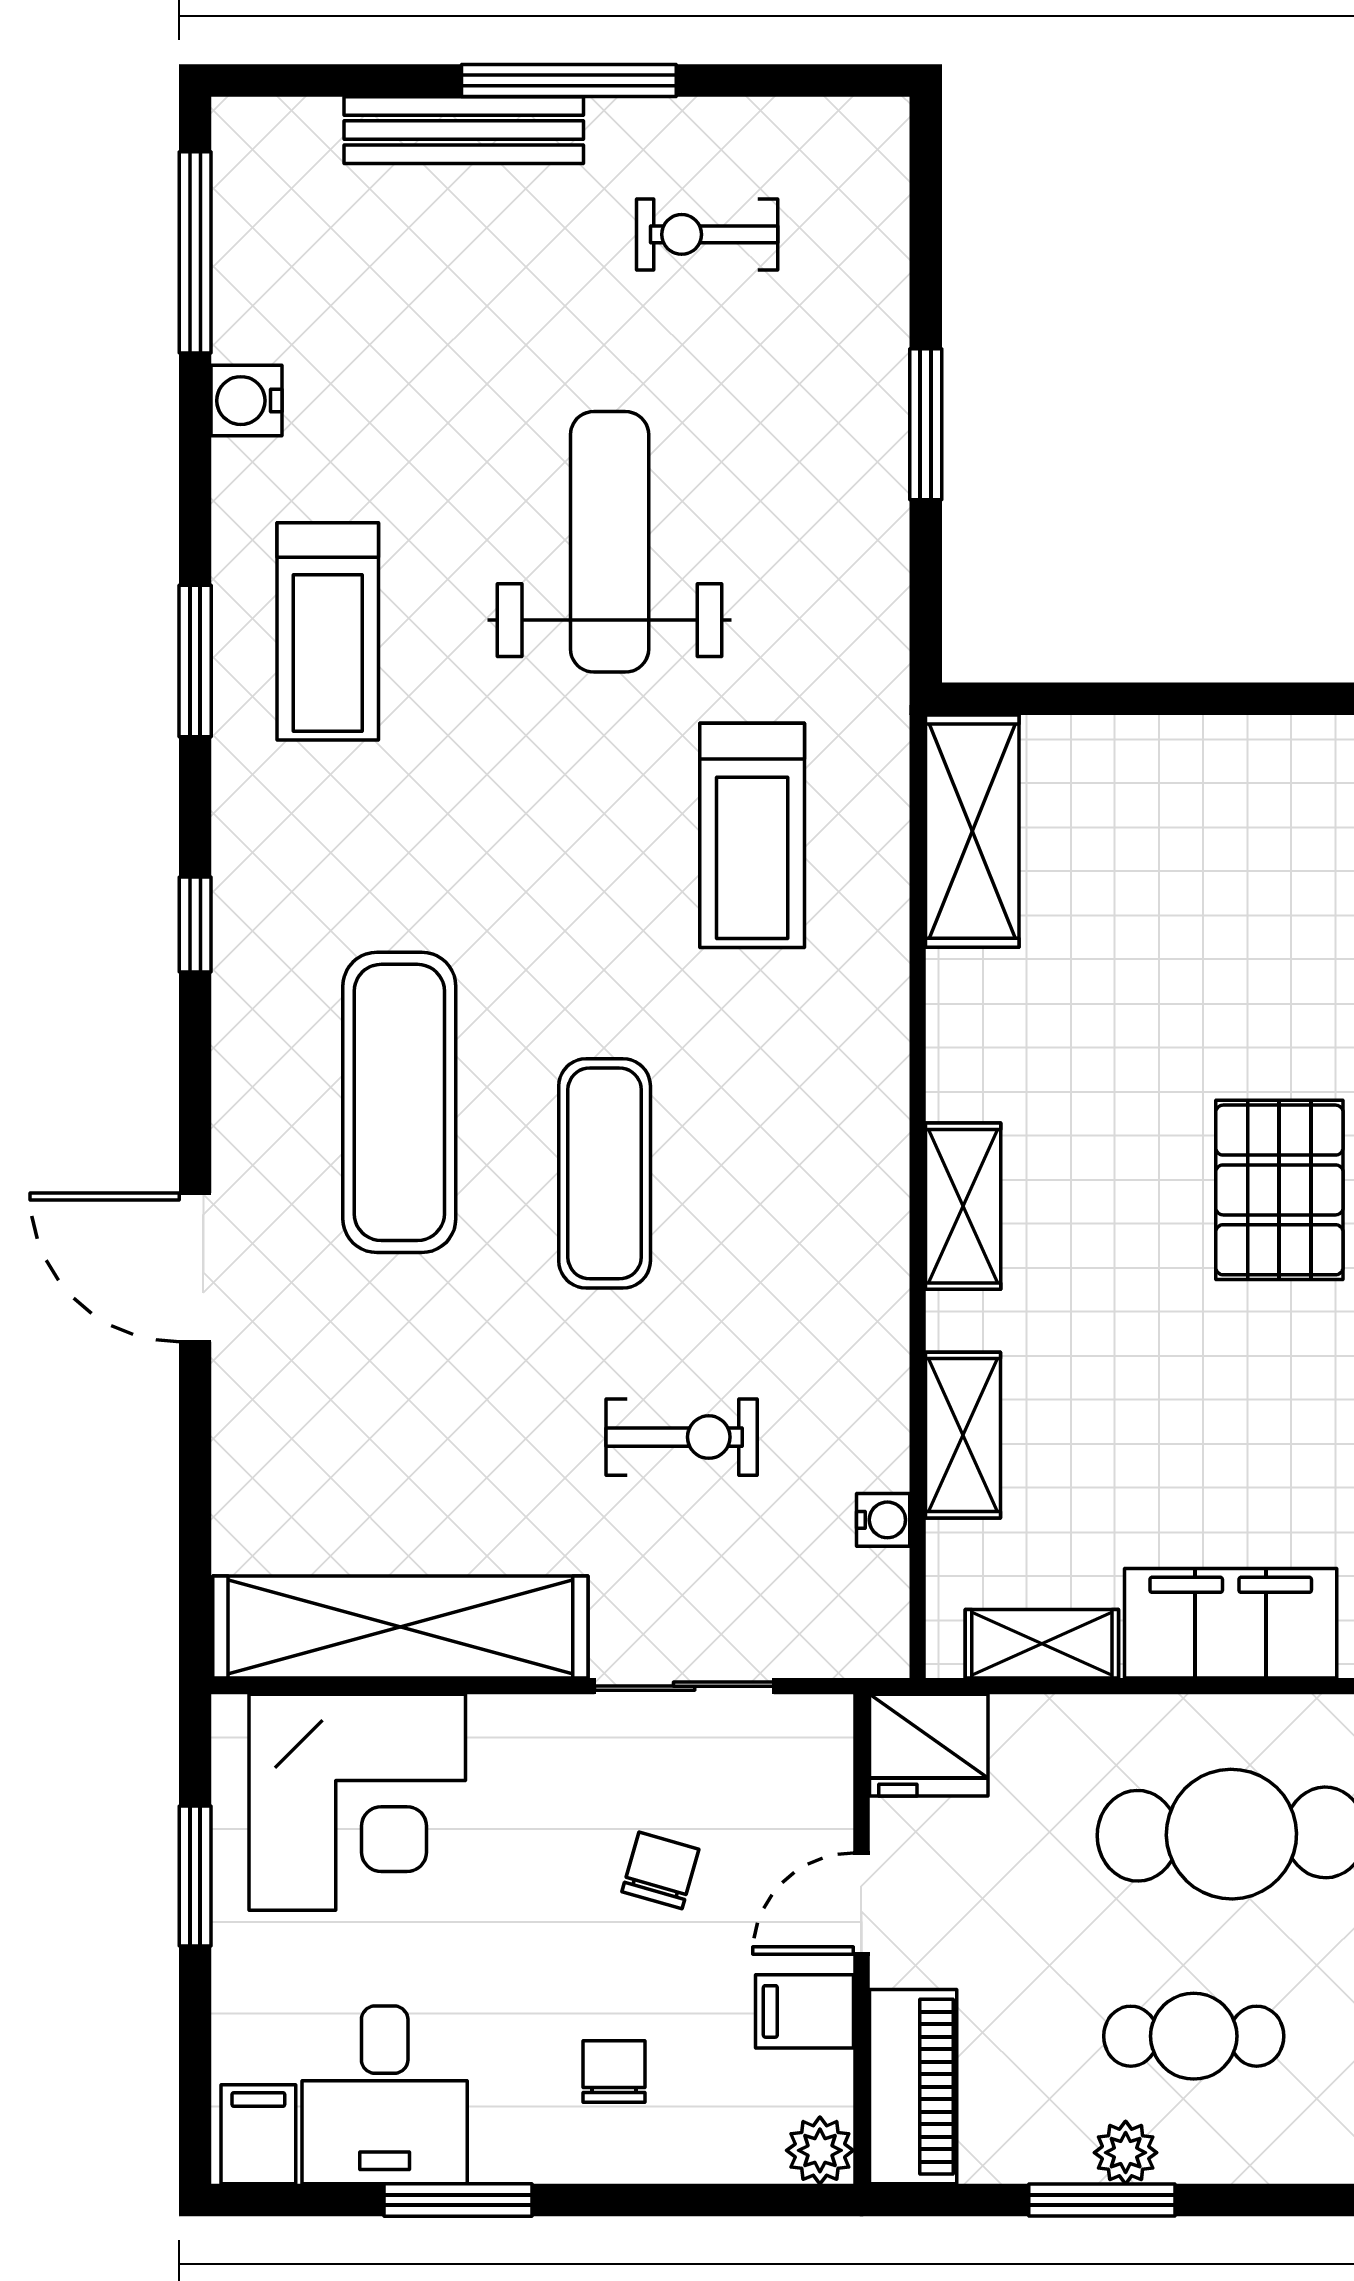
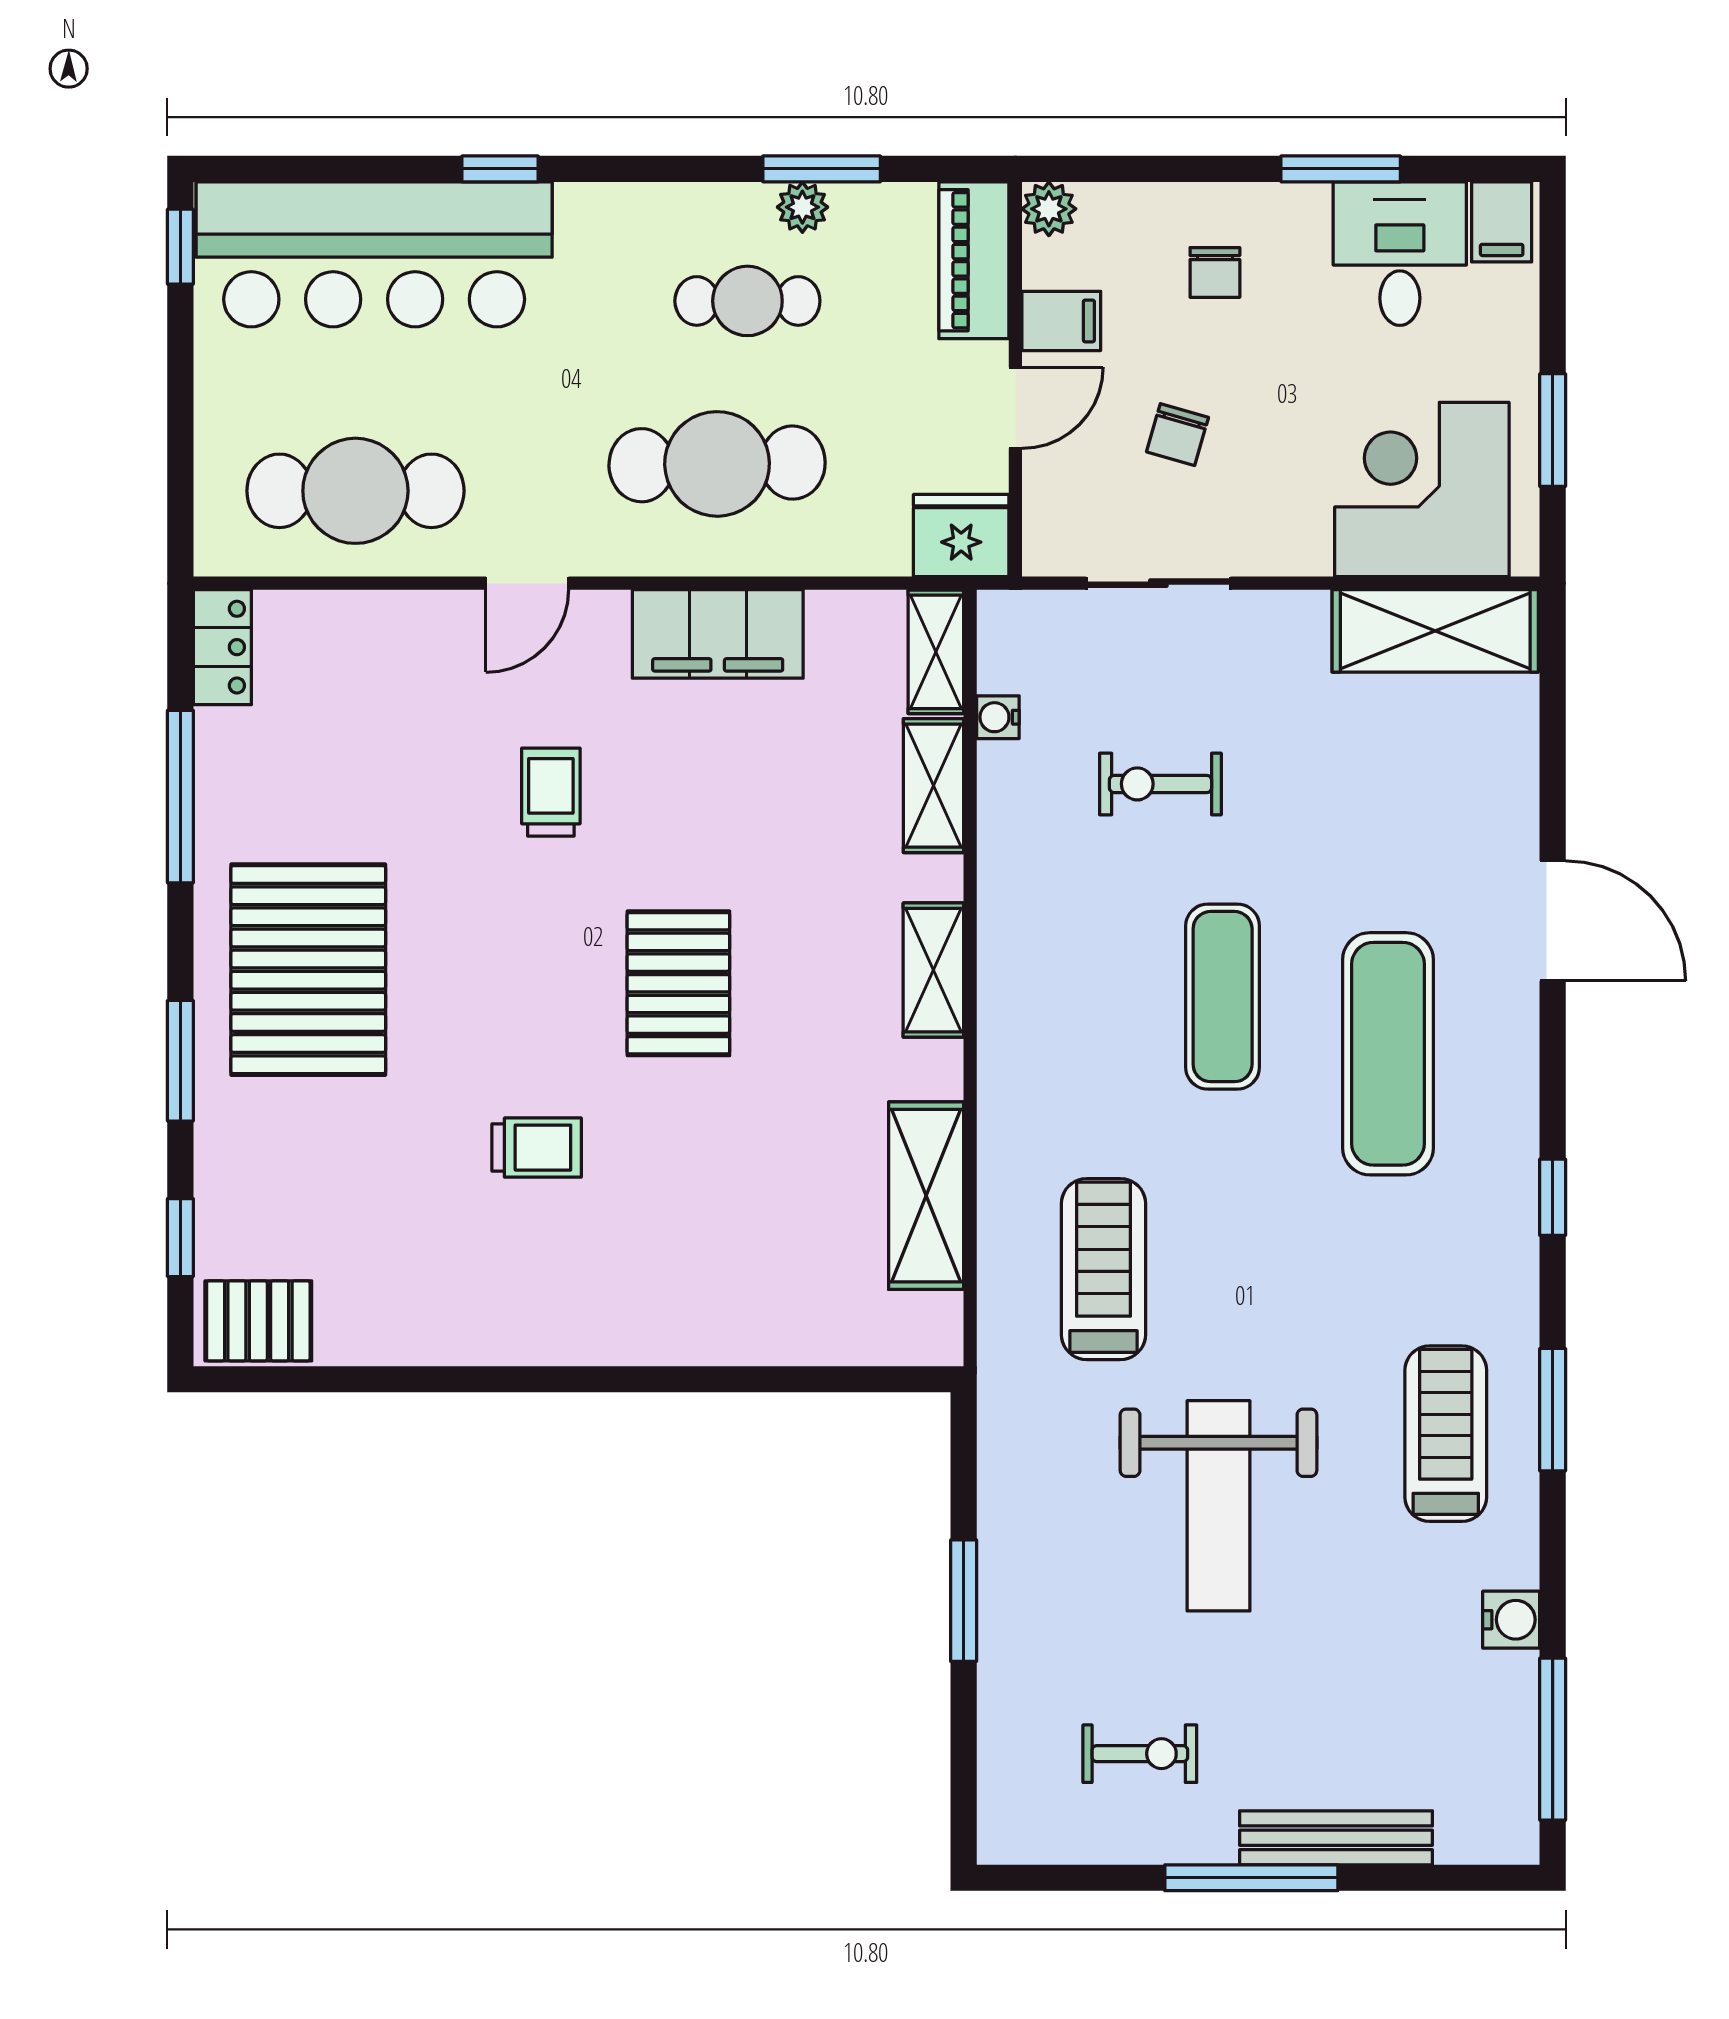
shelving: (972, 831) -> (926, 1196), moved
shelving: (400, 1627) -> (1435, 631), width x0.68
shelving: (1042, 1644) -> (936, 652), moved, turned 90

